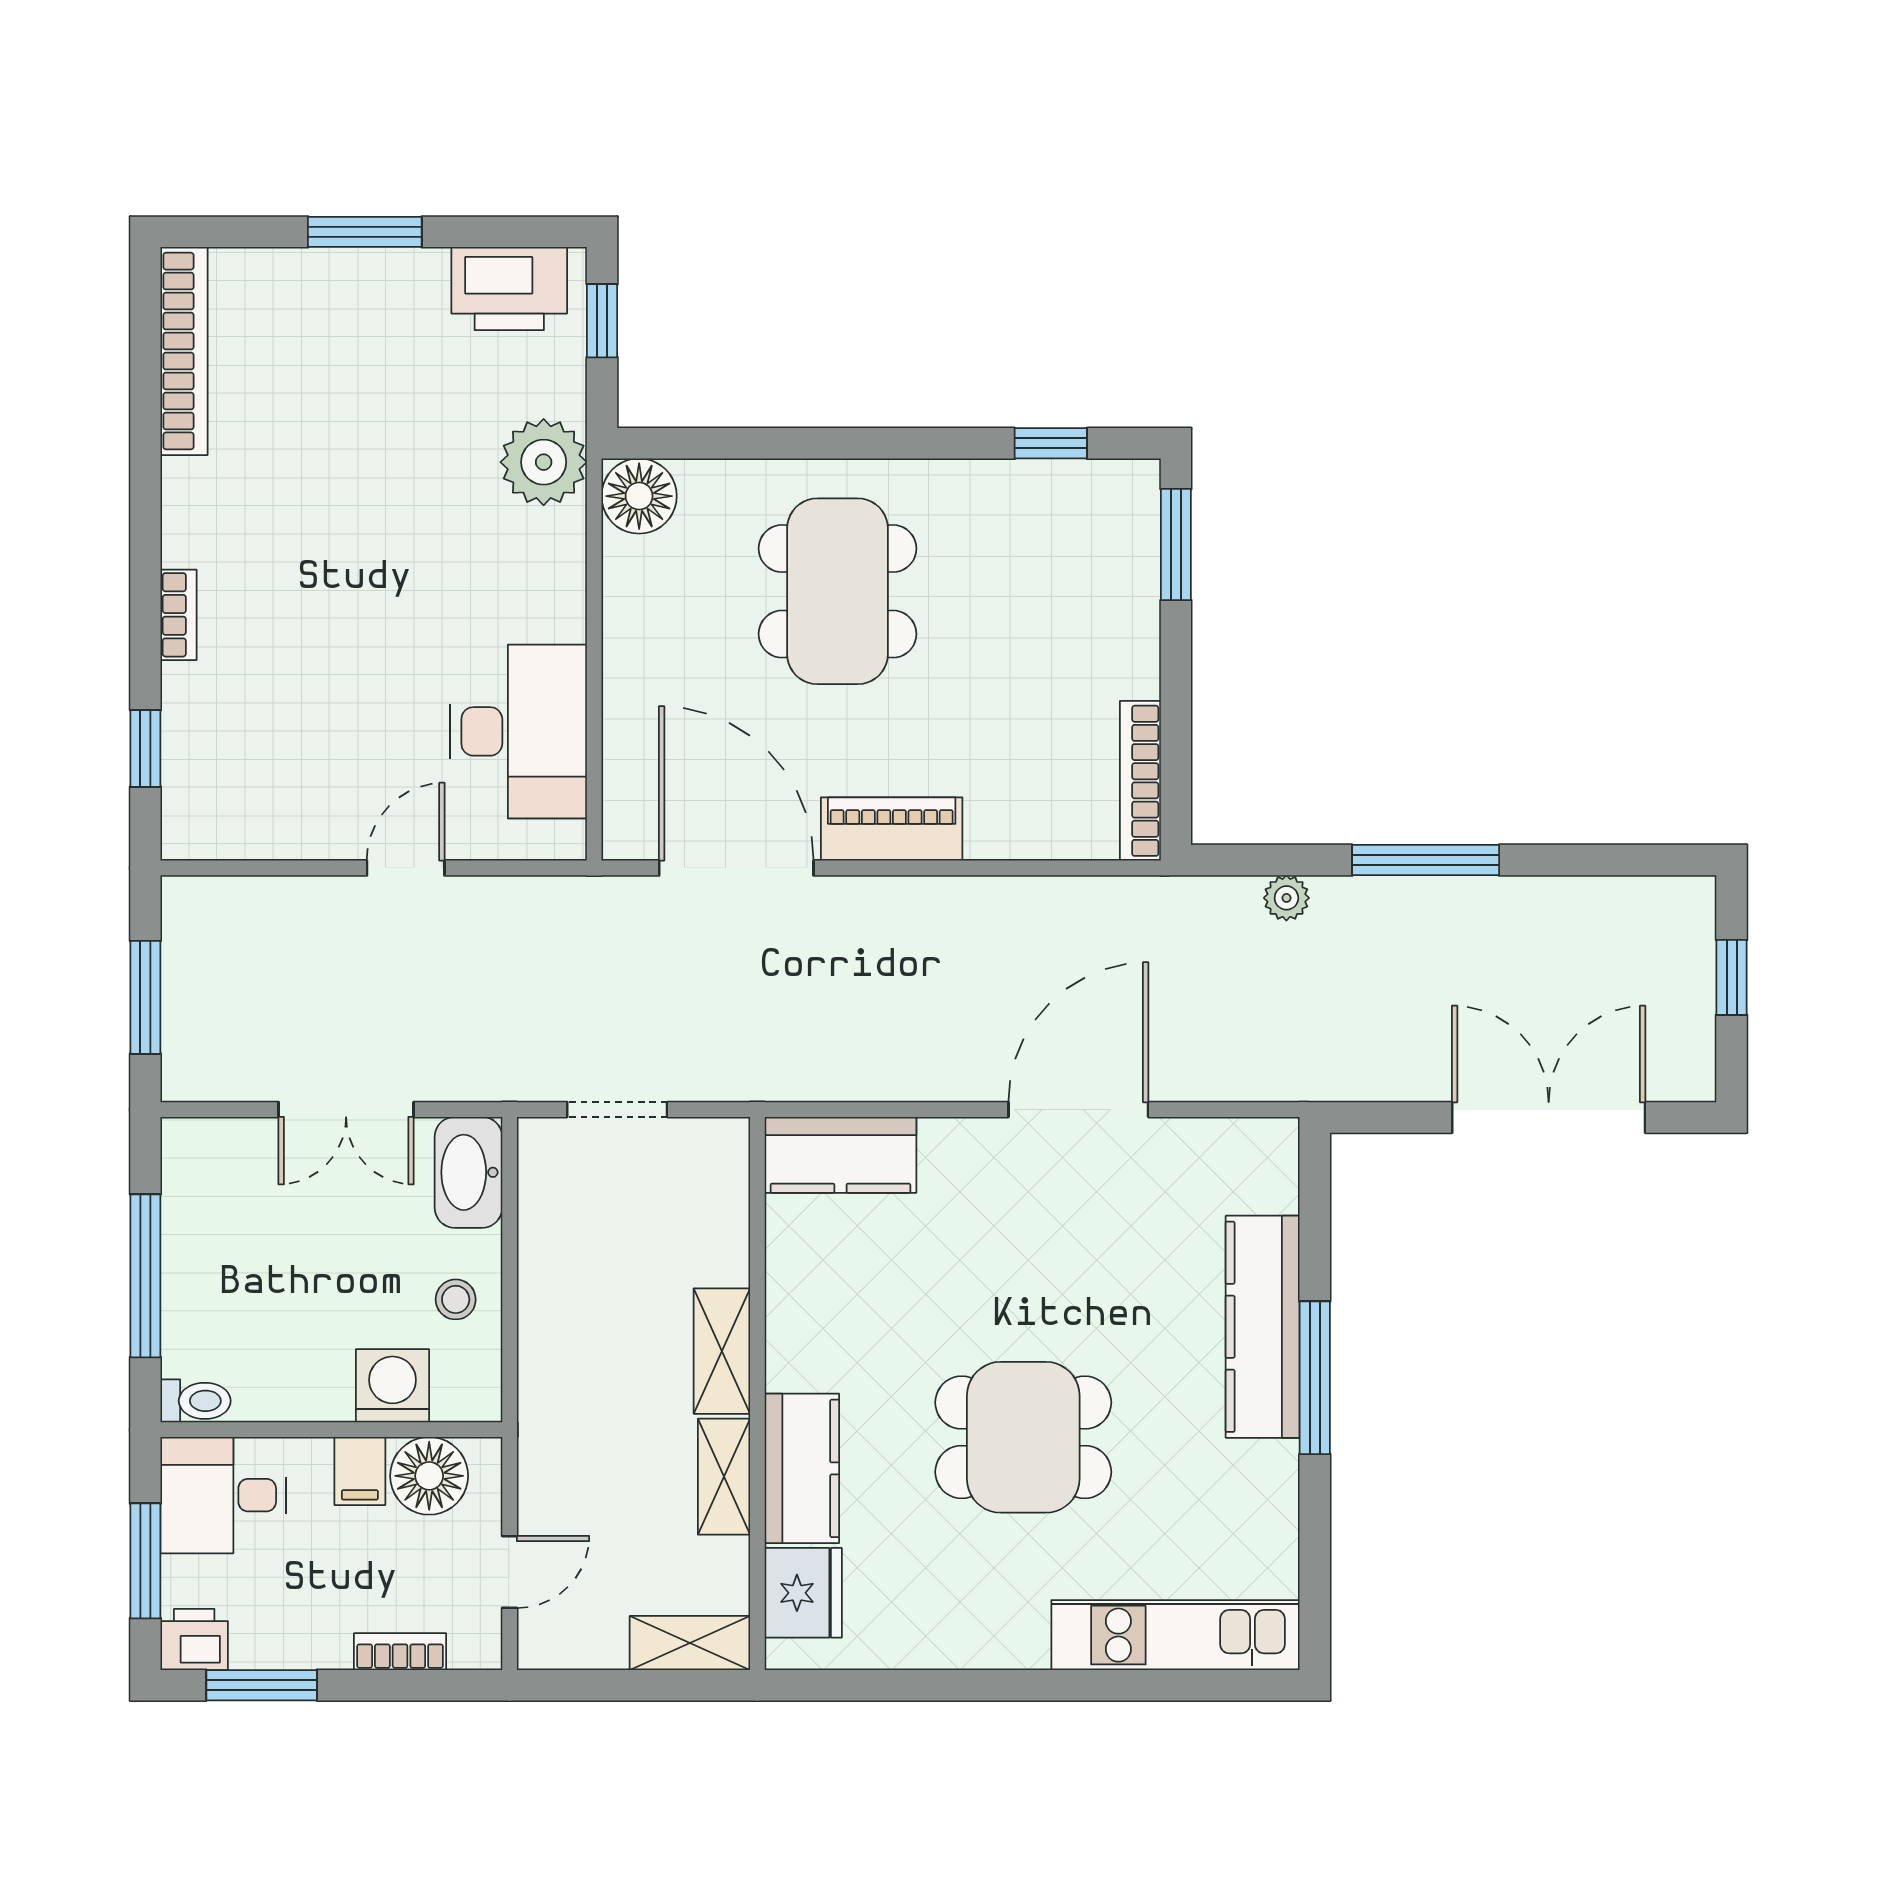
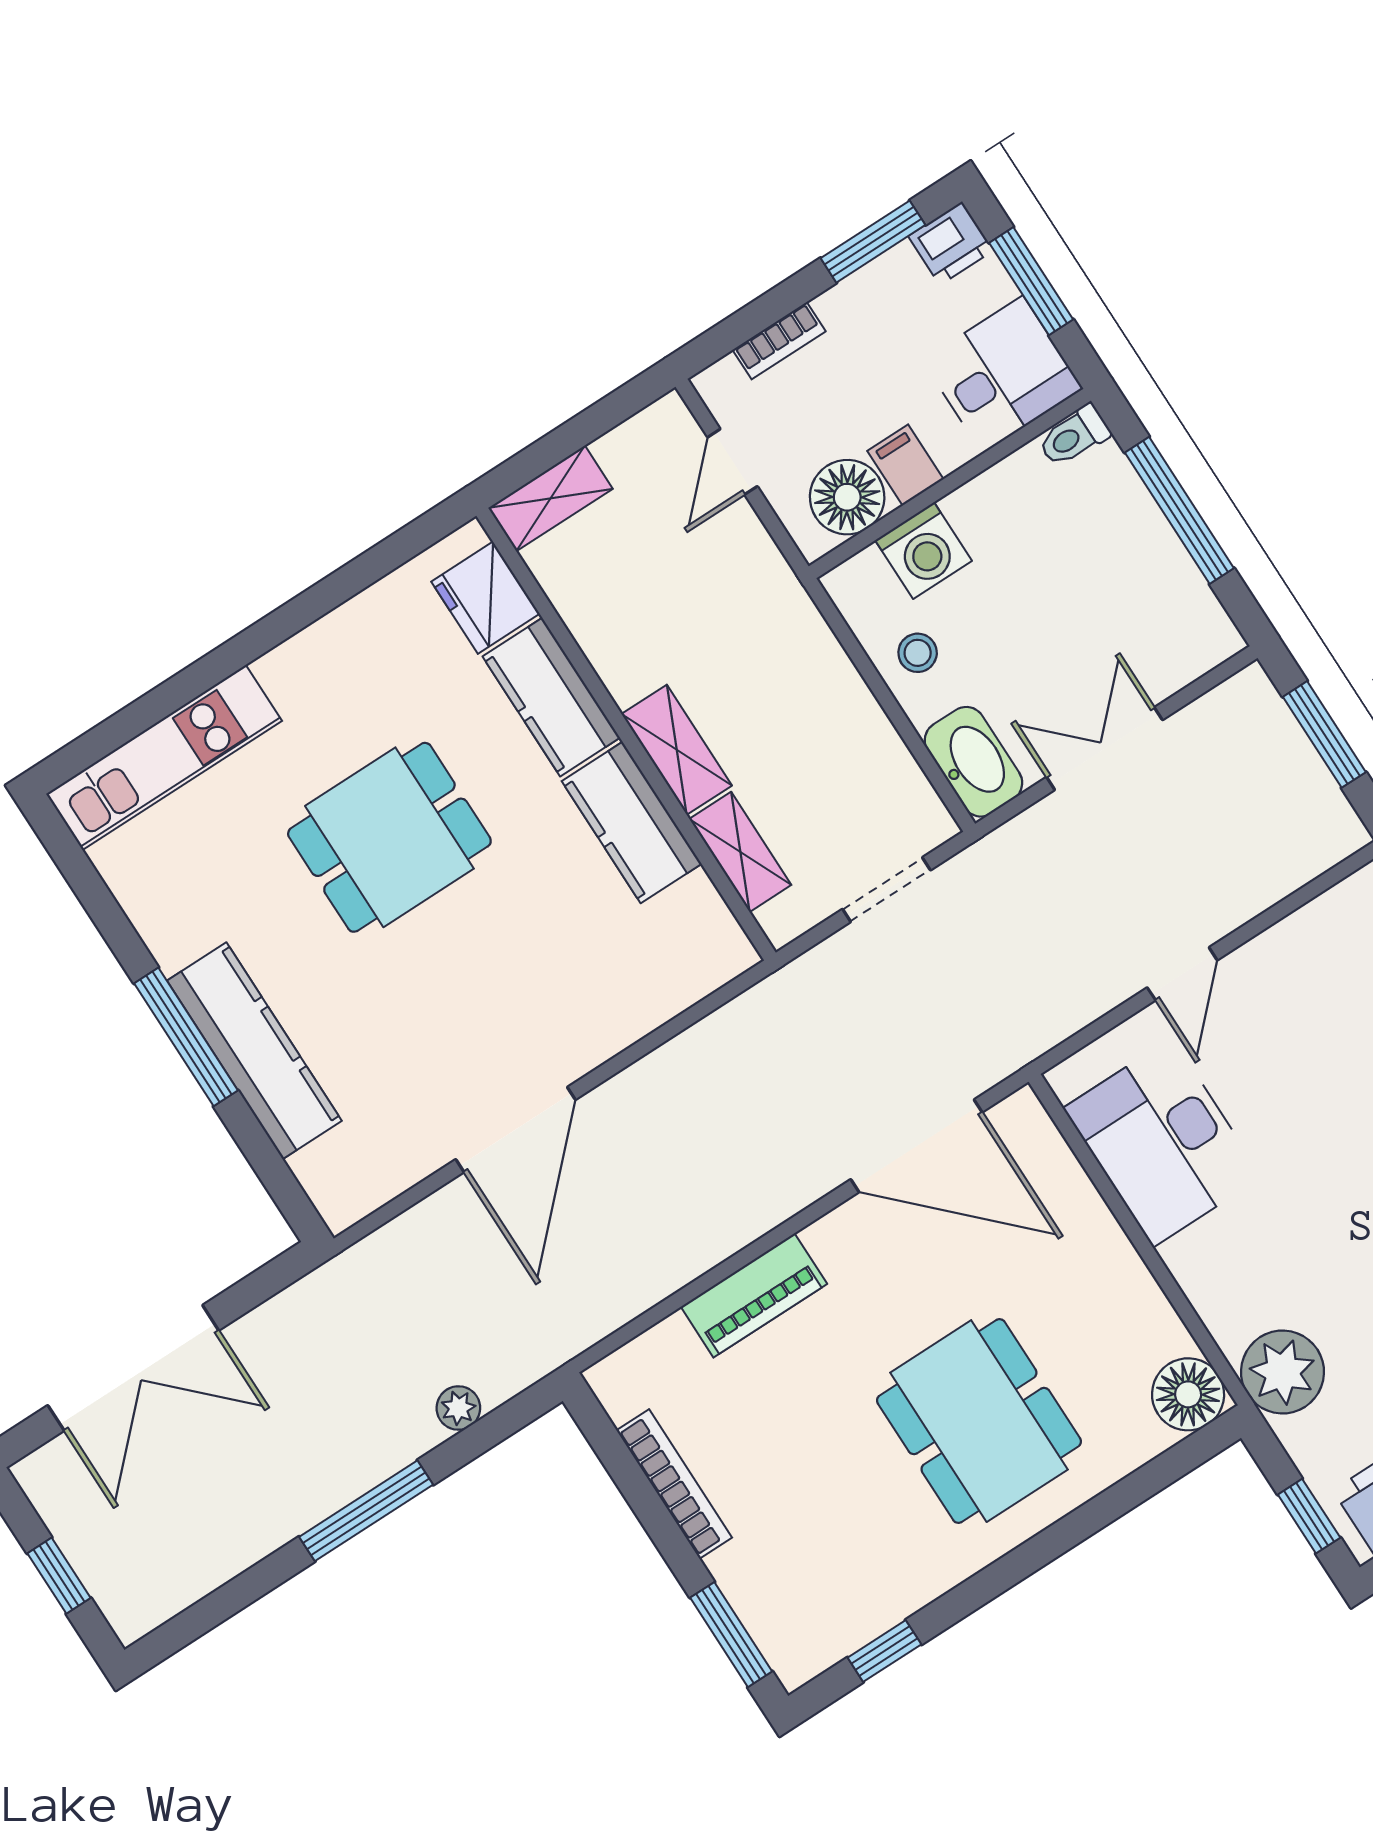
bookcase: (1140, 781) -> (674, 1484), moved
piano: (892, 829) -> (754, 1295), moved
kitchen counter: (840, 1155) -> (632, 822), moved, turned -90
shelving: (724, 1477) -> (740, 852), moved

